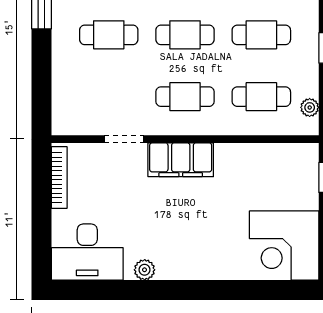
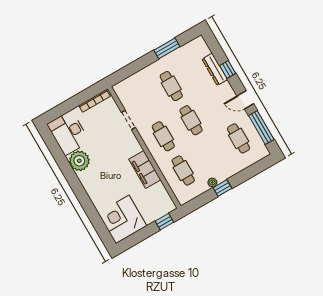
cafe table: (261, 35) -> (211, 154), removed
plant: (310, 107) -> (212, 183), moved
filing cabinet: (181, 160) -> (145, 170), moved
plant: (145, 270) -> (79, 161), width x1.88, depth x1.88

